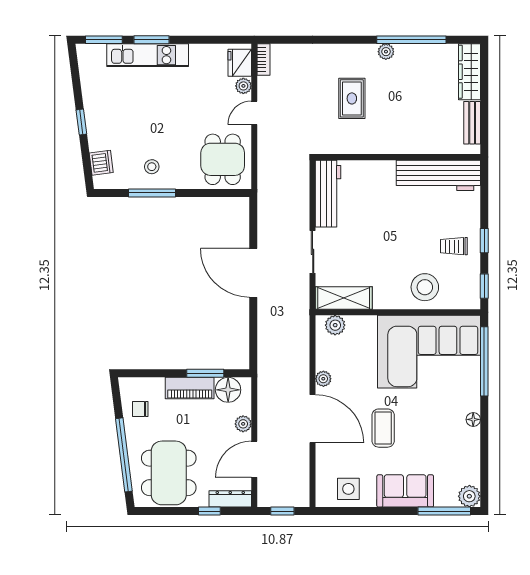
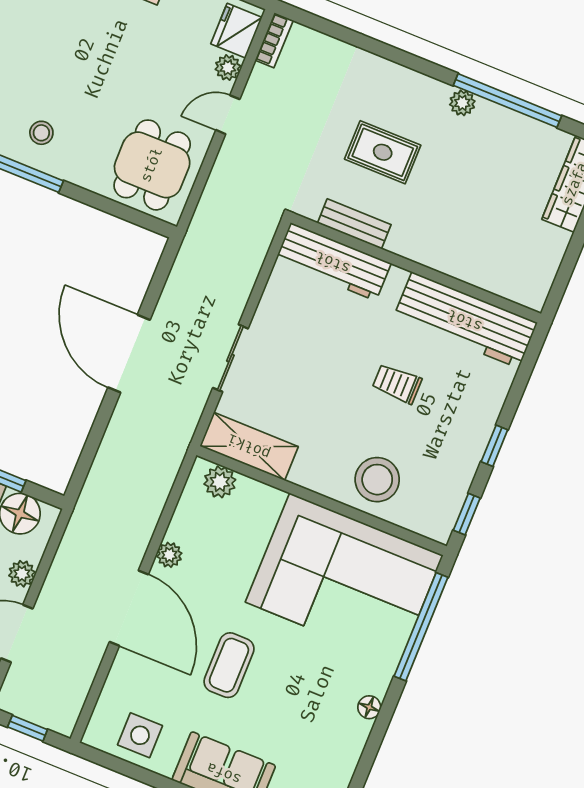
rug: (352, 98) -> (383, 152), turned 90
bench: (472, 123) -> (354, 224), moved, turned 90
workbench: (328, 194) -> (333, 262), moved, turned 90
trolley: (454, 246) -> (397, 384), moved

